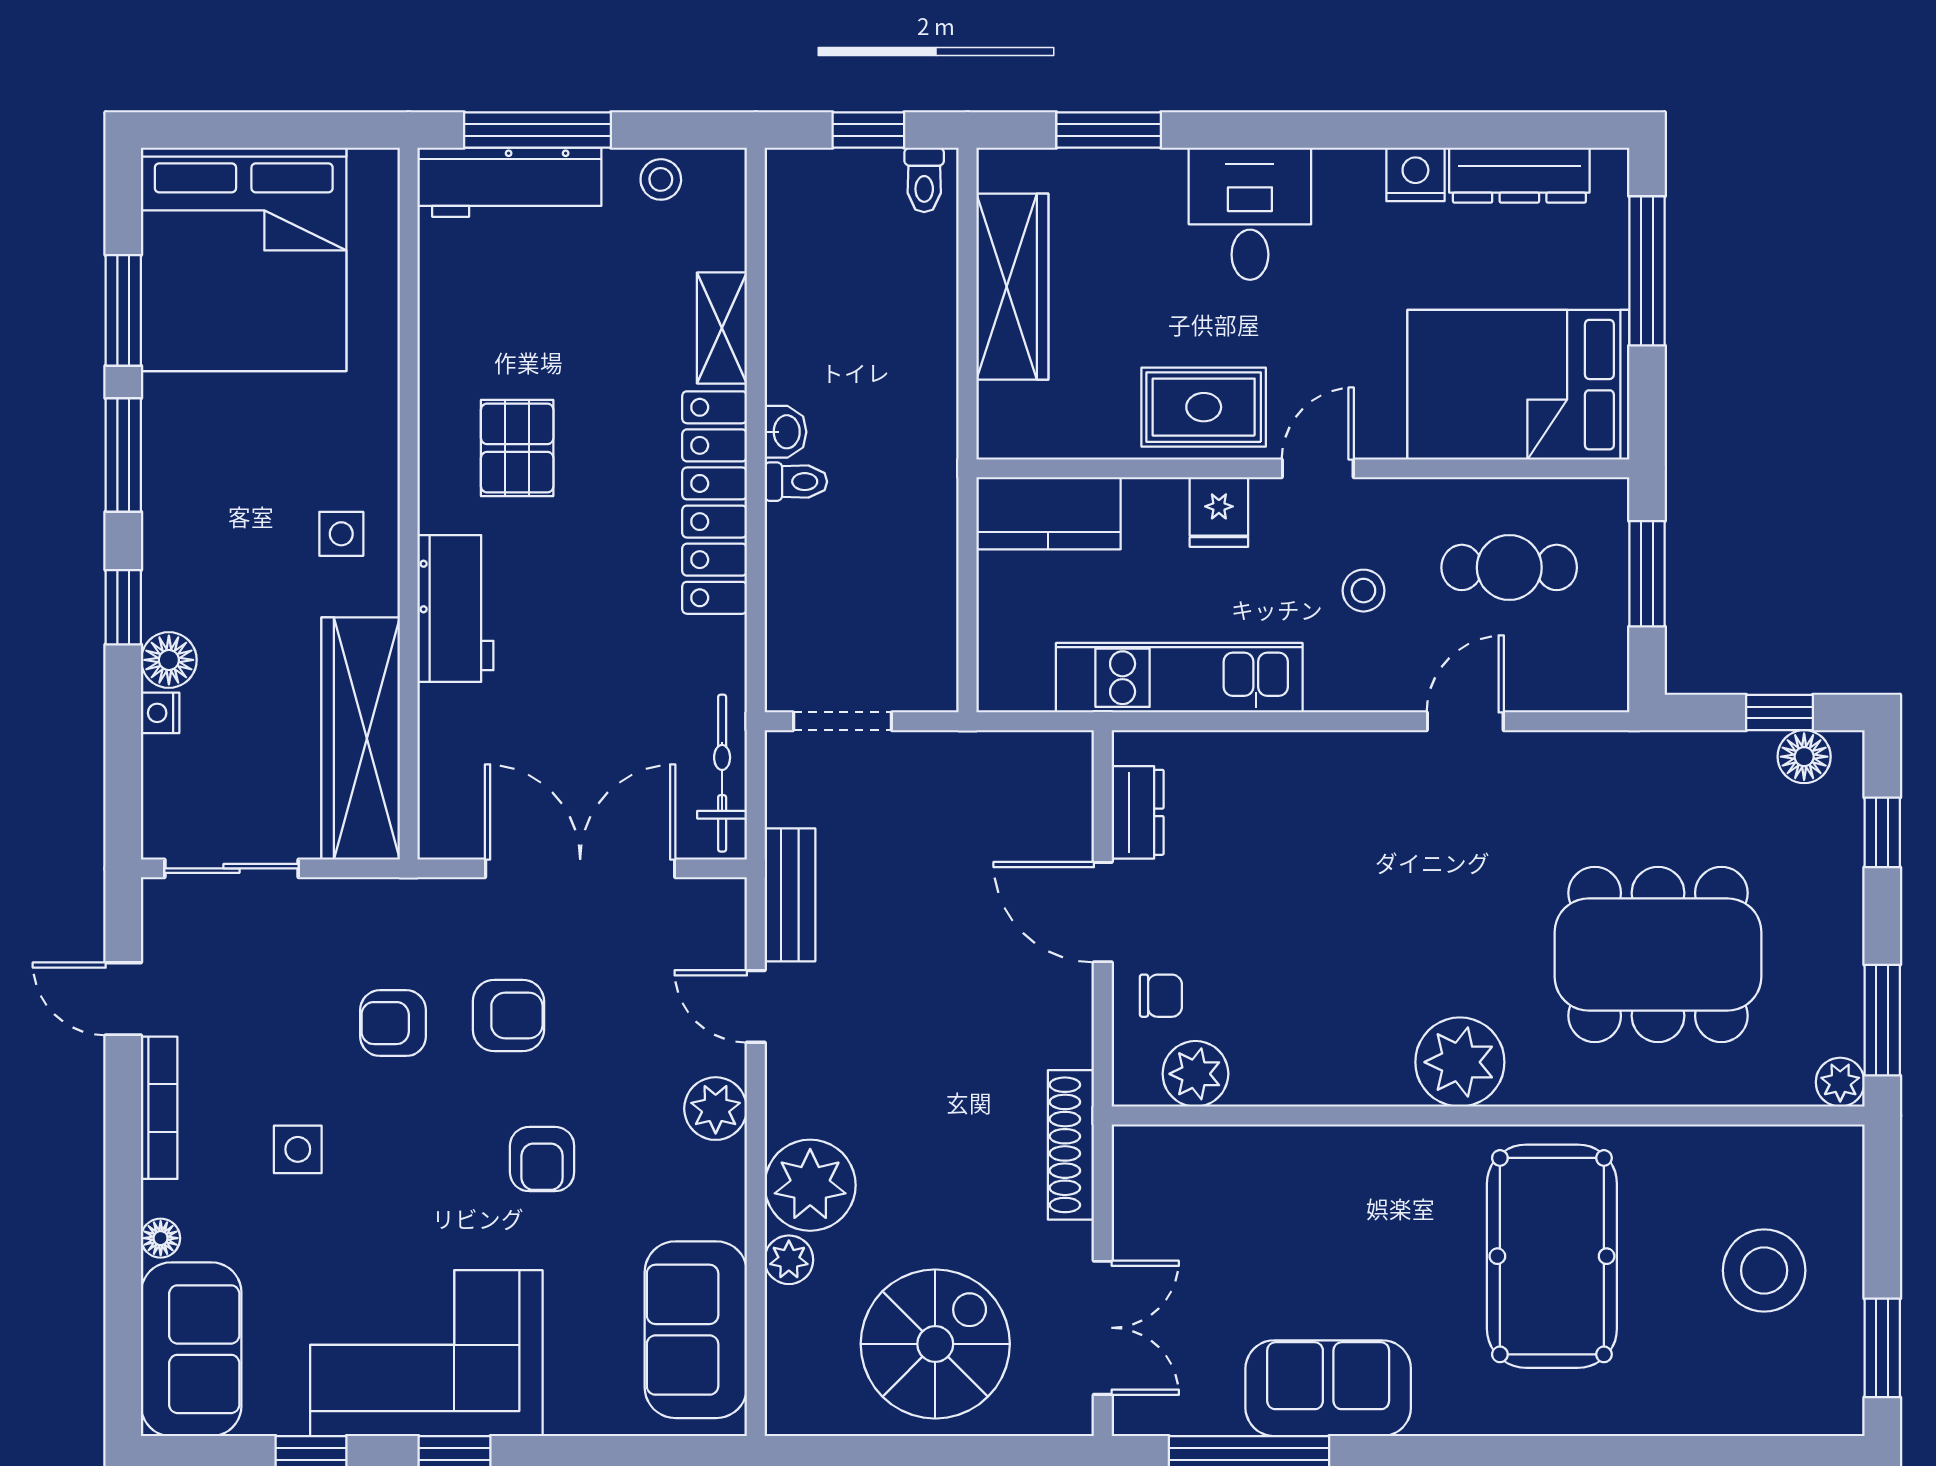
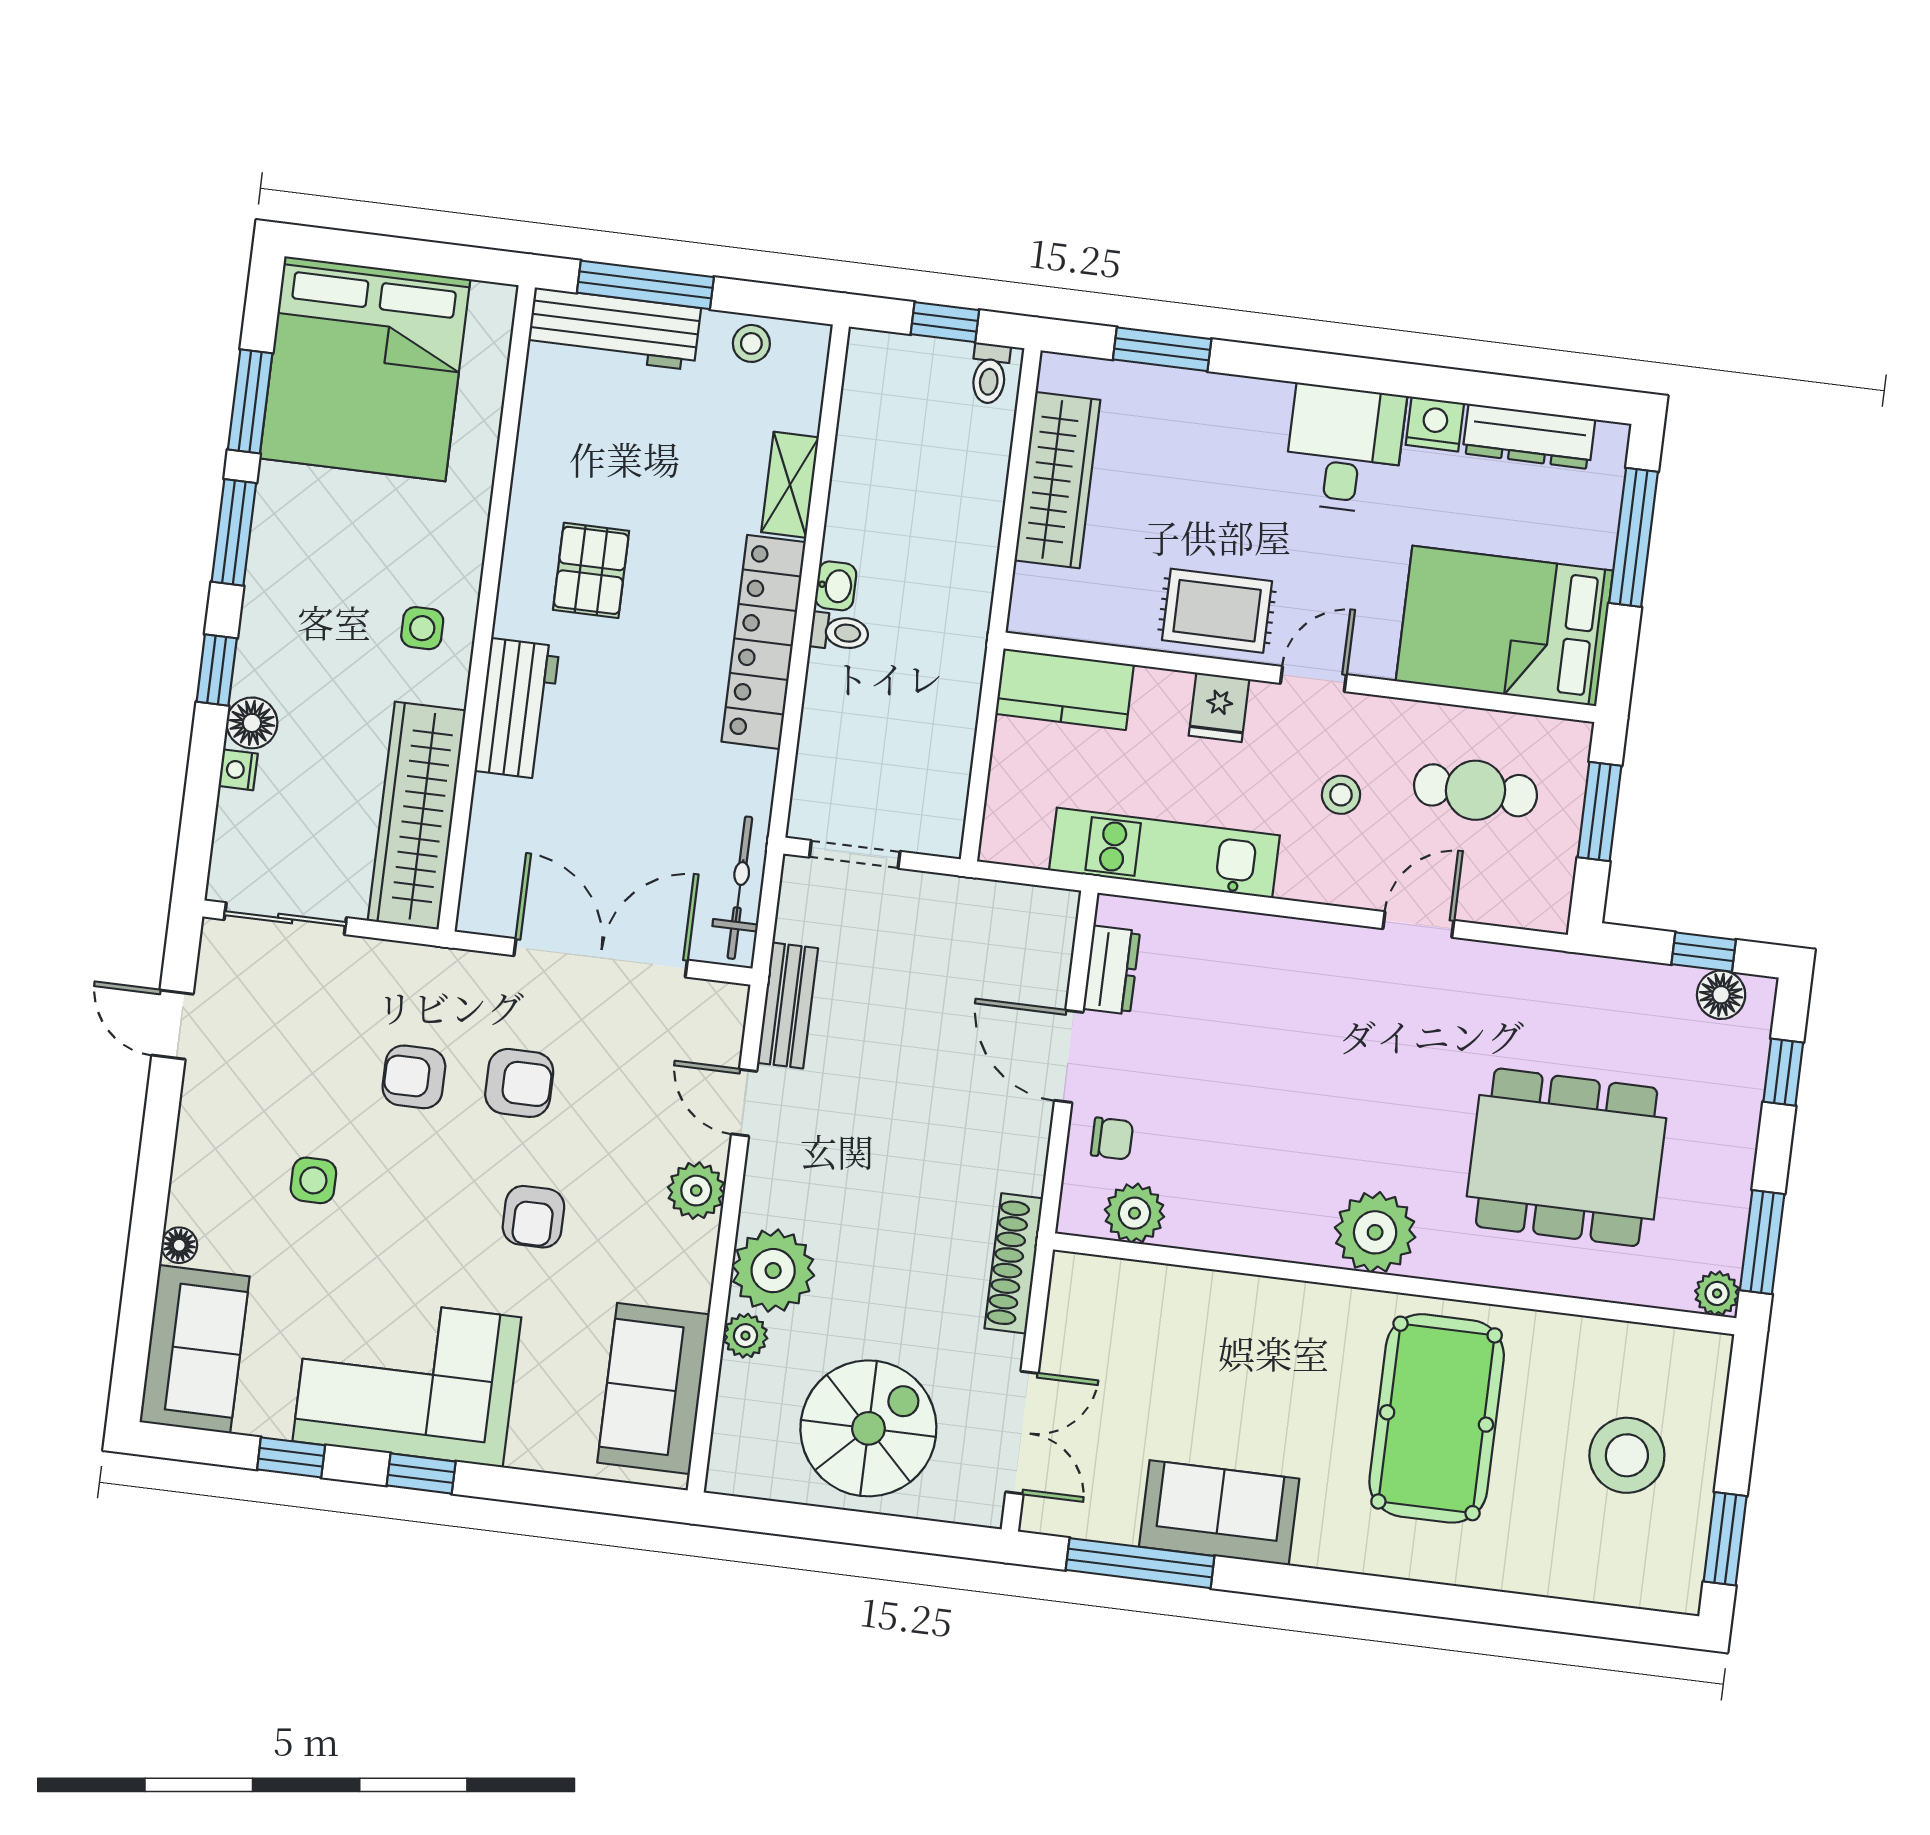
desk: (1250, 214) -> (1344, 449), moved
bookcase: (159, 1108) -> (193, 1127), removed

